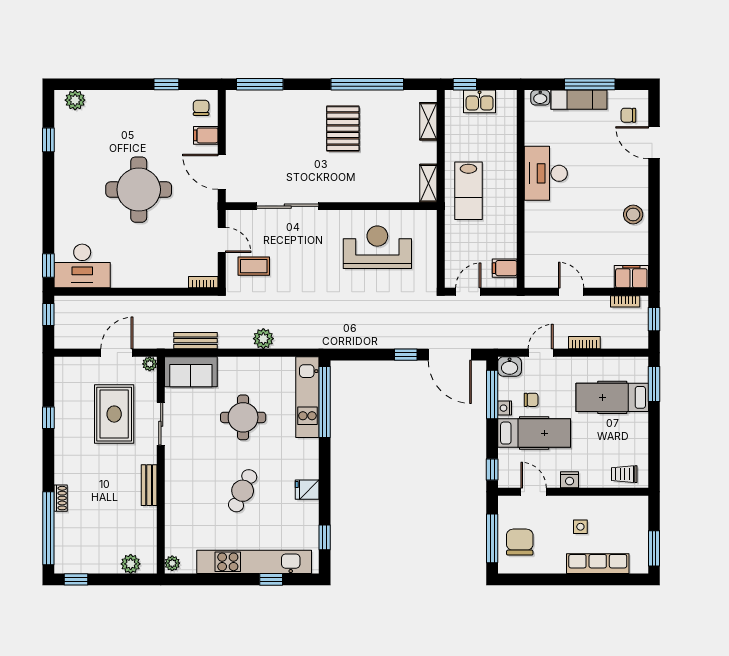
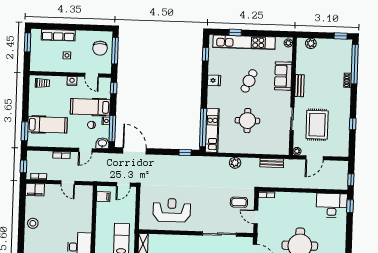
reception desk: (377, 247) -> (172, 210), turned 180
window: (406, 355) -> (185, 152), moved
sofa: (191, 372) -> (283, 76), moved, turned -90

